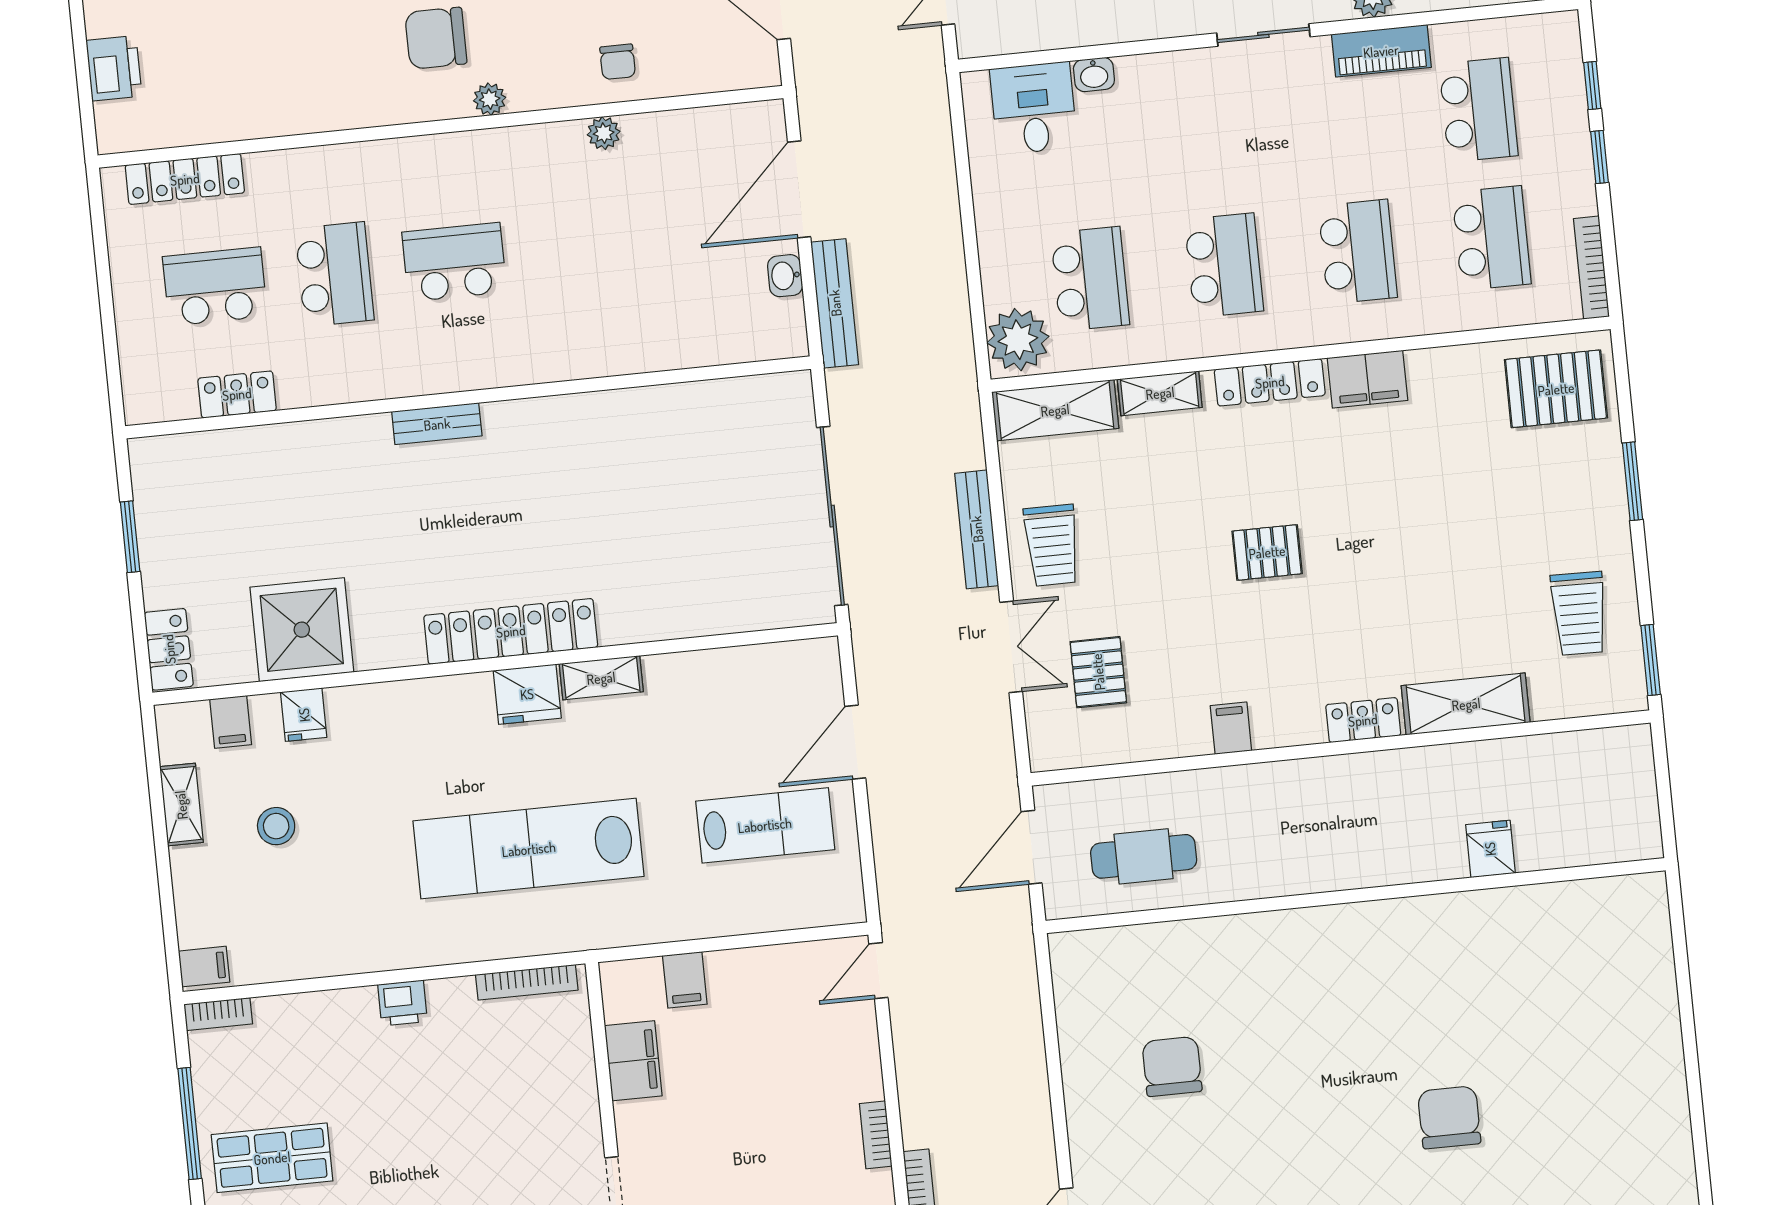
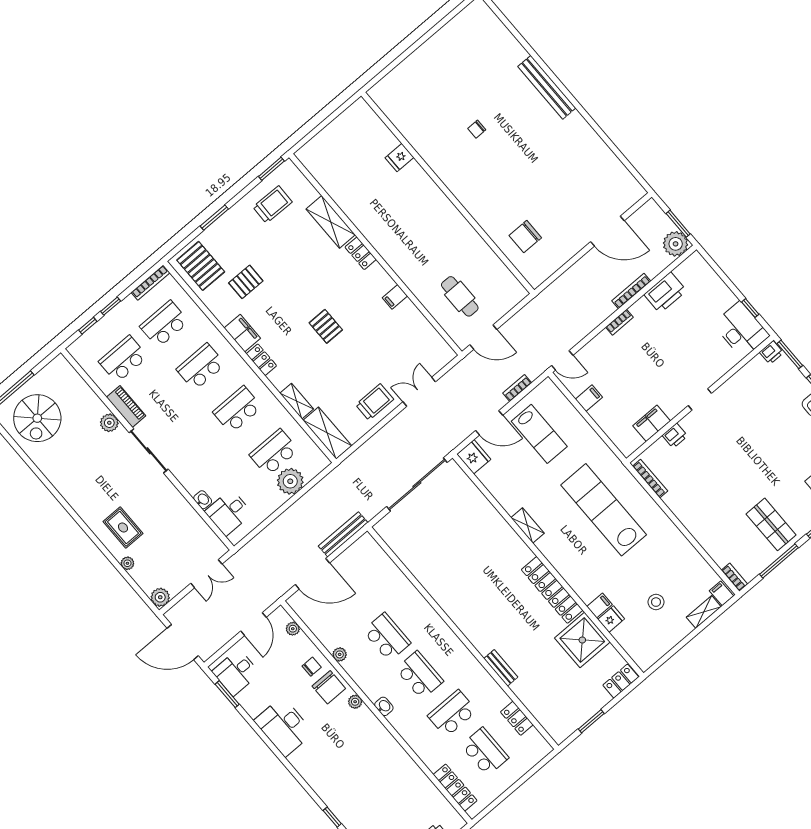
sliding door: (1263, 35) -> (149, 451), width x1.37
chair: (436, 38) -> (329, 687), moved
plant: (718, 76) -> (293, 629), added
school desk: (574, 250) -> (387, 637), added
school desk: (454, 262) -> (420, 675), turned 180
washbasin: (785, 276) -> (384, 706), moved, turned -90
school desk: (215, 286) -> (485, 752), turned 180
plant: (1018, 340) -> (290, 481), moved
locker: (1270, 382) -> (261, 360), width x0.66
bench: (437, 424) -> (501, 668), moved
bench: (977, 529) -> (387, 432), removed
locker: (511, 631) -> (552, 590), moved
pallet: (1098, 672) -> (246, 282), moved
fridge: (527, 694) -> (474, 457), moved
filing cabinet: (231, 722) -> (599, 606), moved
shelving: (181, 805) -> (704, 612), moved
lab bench: (765, 825) -> (539, 434), turned 180
bookcase: (886, 845) -> (517, 388), added
lab bench: (529, 849) -> (604, 510), turned 180
fridge: (1490, 849) -> (399, 158), moved
wall: (1356, 896) -> (448, 193), moved
filing cabinet: (685, 980) -> (589, 398), moved
printer: (403, 1003) -> (675, 436), moved, turned 90
chair: (1449, 1117) -> (477, 129), width x0.54, depth x0.54

